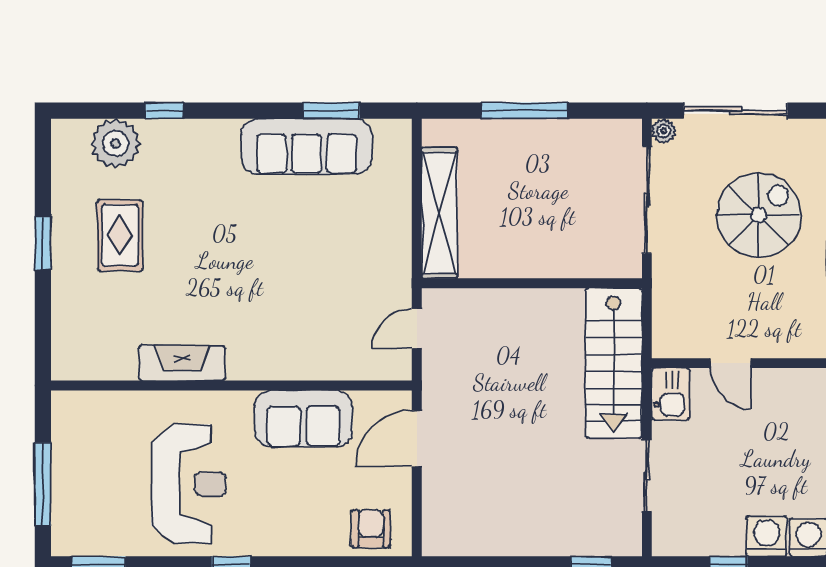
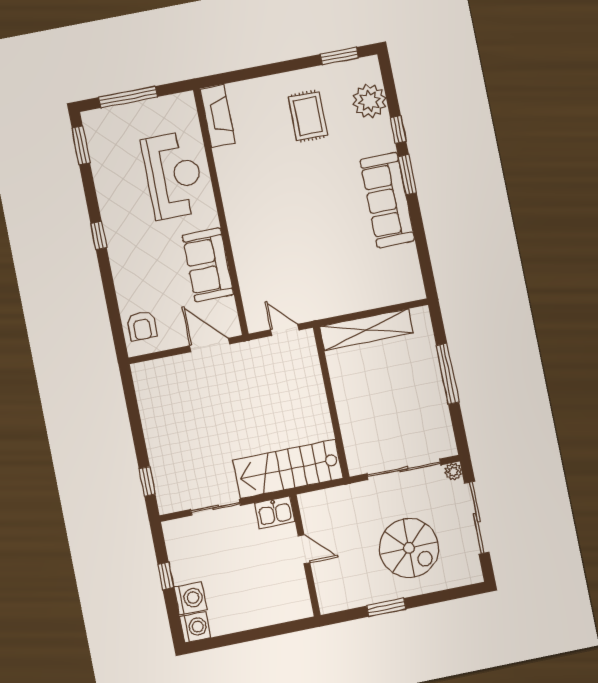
window: (332, 111) -> (407, 175), moved
sofa: (307, 146) -> (387, 200), moved
rug: (120, 235) -> (308, 116), turned 90
window: (43, 243) -> (339, 56), moved
fireplace: (182, 363) -> (218, 116), moved
door: (731, 363) -> (304, 549), swing flipped
reception desk: (189, 484) -> (173, 176), moved, turned -90
armchair: (371, 529) -> (142, 326), turned 91

